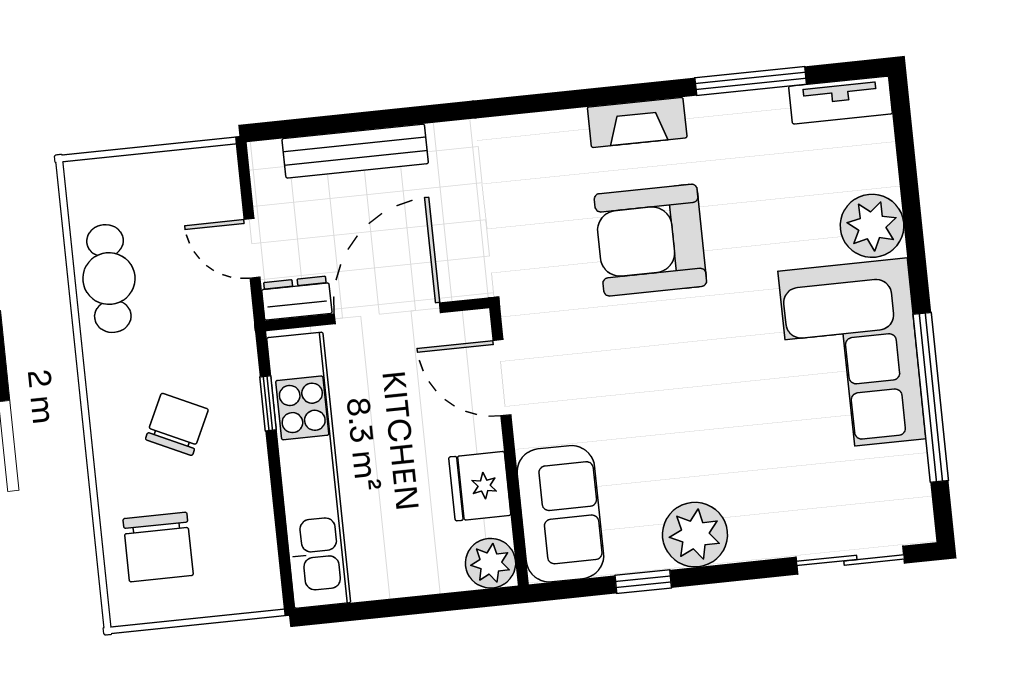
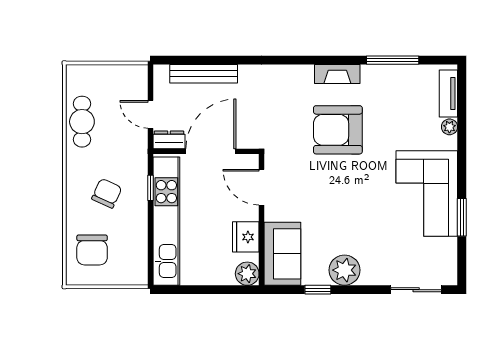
tv unit: (841, 100) -> (448, 94), moved, turned 90
plant: (872, 226) -> (449, 127), width x0.53, depth x0.53
window: (931, 397) -> (462, 217), width x0.47

